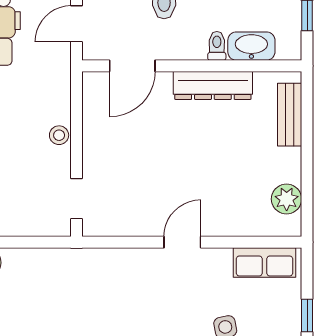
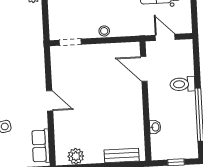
toilet: (217, 46) -> (157, 114), removed
washbasin: (251, 46) -> (155, 127), width x0.52, depth x0.69
dresser: (213, 85) -> (135, 113), removed

